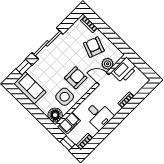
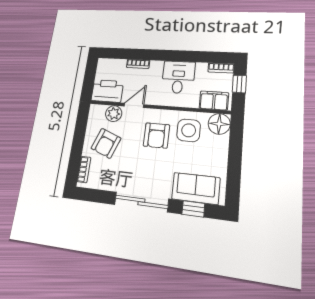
armchair: (76, 78) -> (156, 135), turned -90
door: (103, 79) -> (134, 105), swing flipped
sofa: (30, 88) -> (196, 188), moved, turned 90

